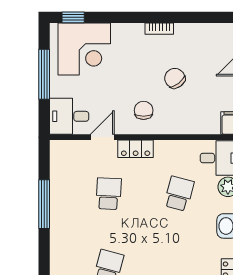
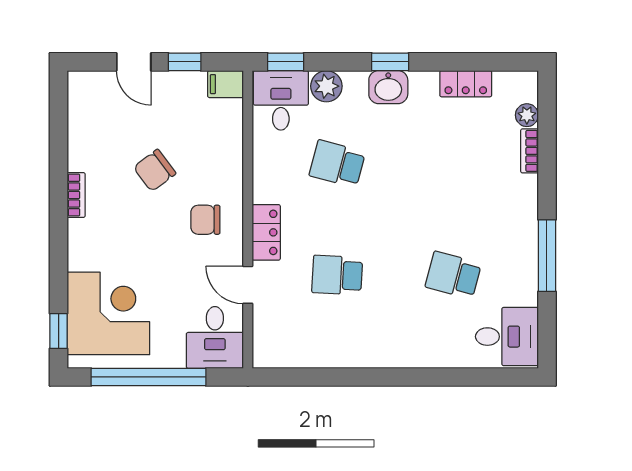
window: (44, 74) -> (148, 377), width x1.46
window: (44, 204) -> (354, 377), removed

